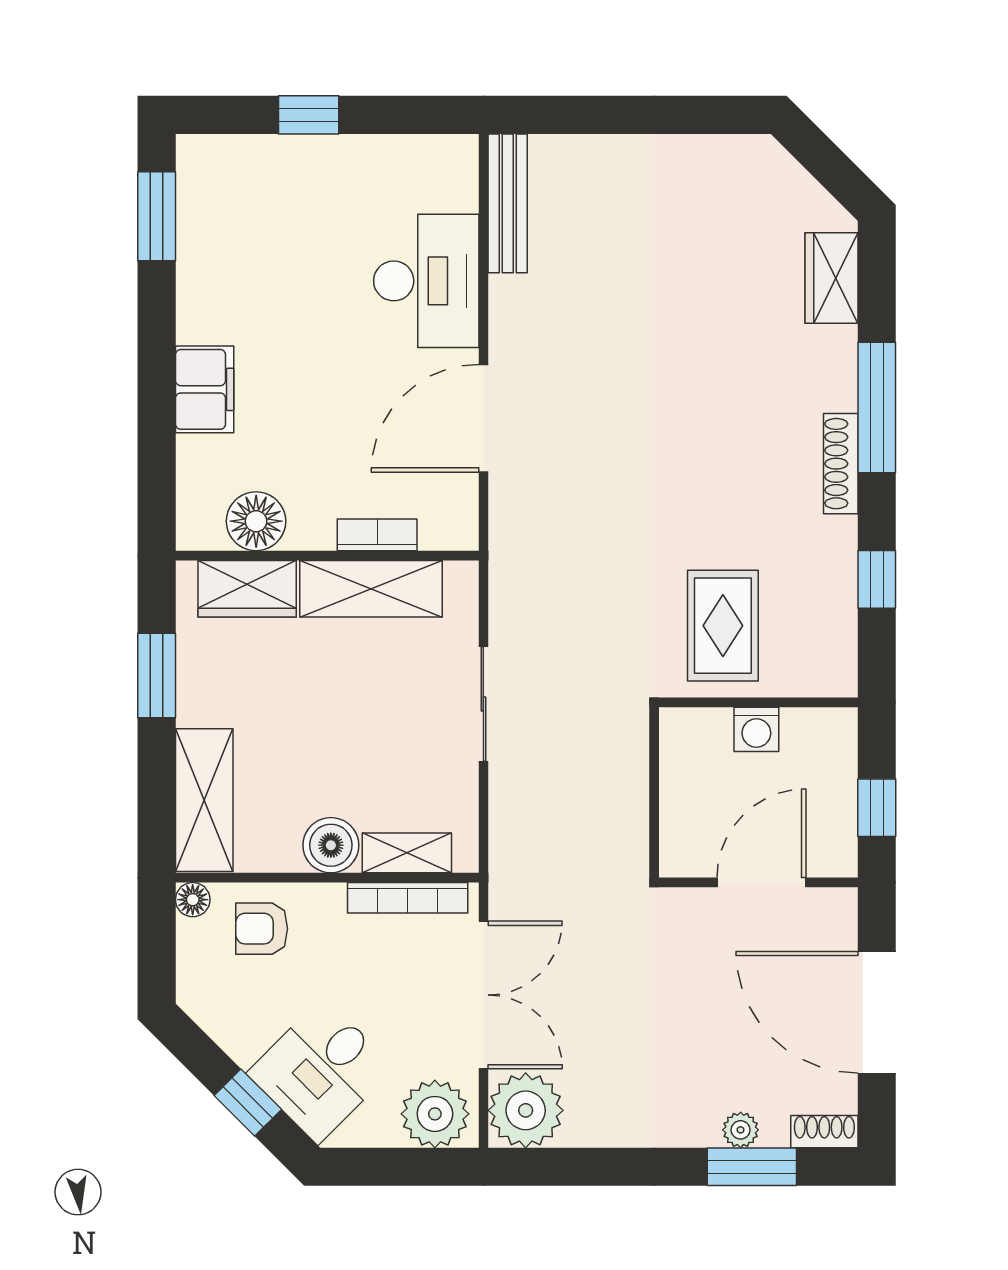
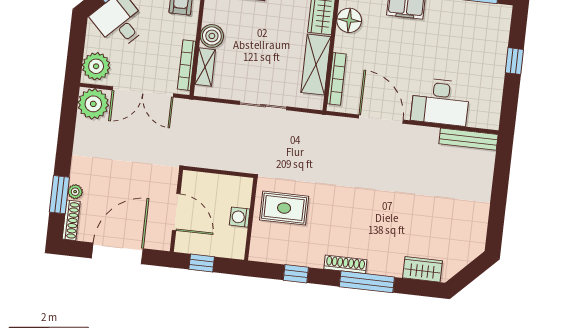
bookcase: (377, 535) -> (337, 79), width x1.56
shoe rack: (824, 1132) -> (71, 220), width x1.43

